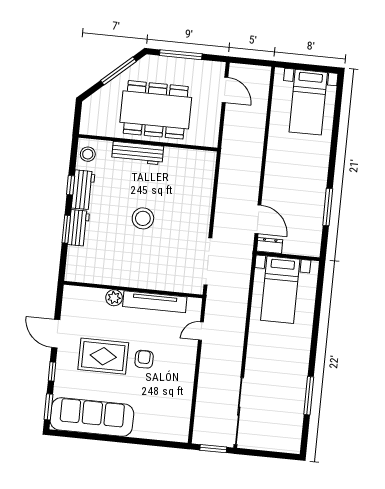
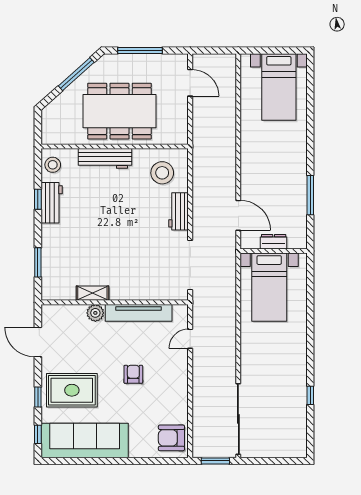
stool: (143, 218) -> (162, 173), moved
workbench: (79, 228) -> (179, 211), moved, turned 180
window: (66, 229) -> (38, 262), moved
dresser: (270, 245) -> (274, 242), moved
shelving: (113, 279) -> (92, 293), added
door: (56, 334) -> (38, 342), moved
rug: (103, 356) -> (72, 390), moved
window: (309, 396) -> (310, 395), width x0.46
window: (48, 407) -> (38, 434), width x0.67
armchair: (174, 423) -> (171, 438), added

